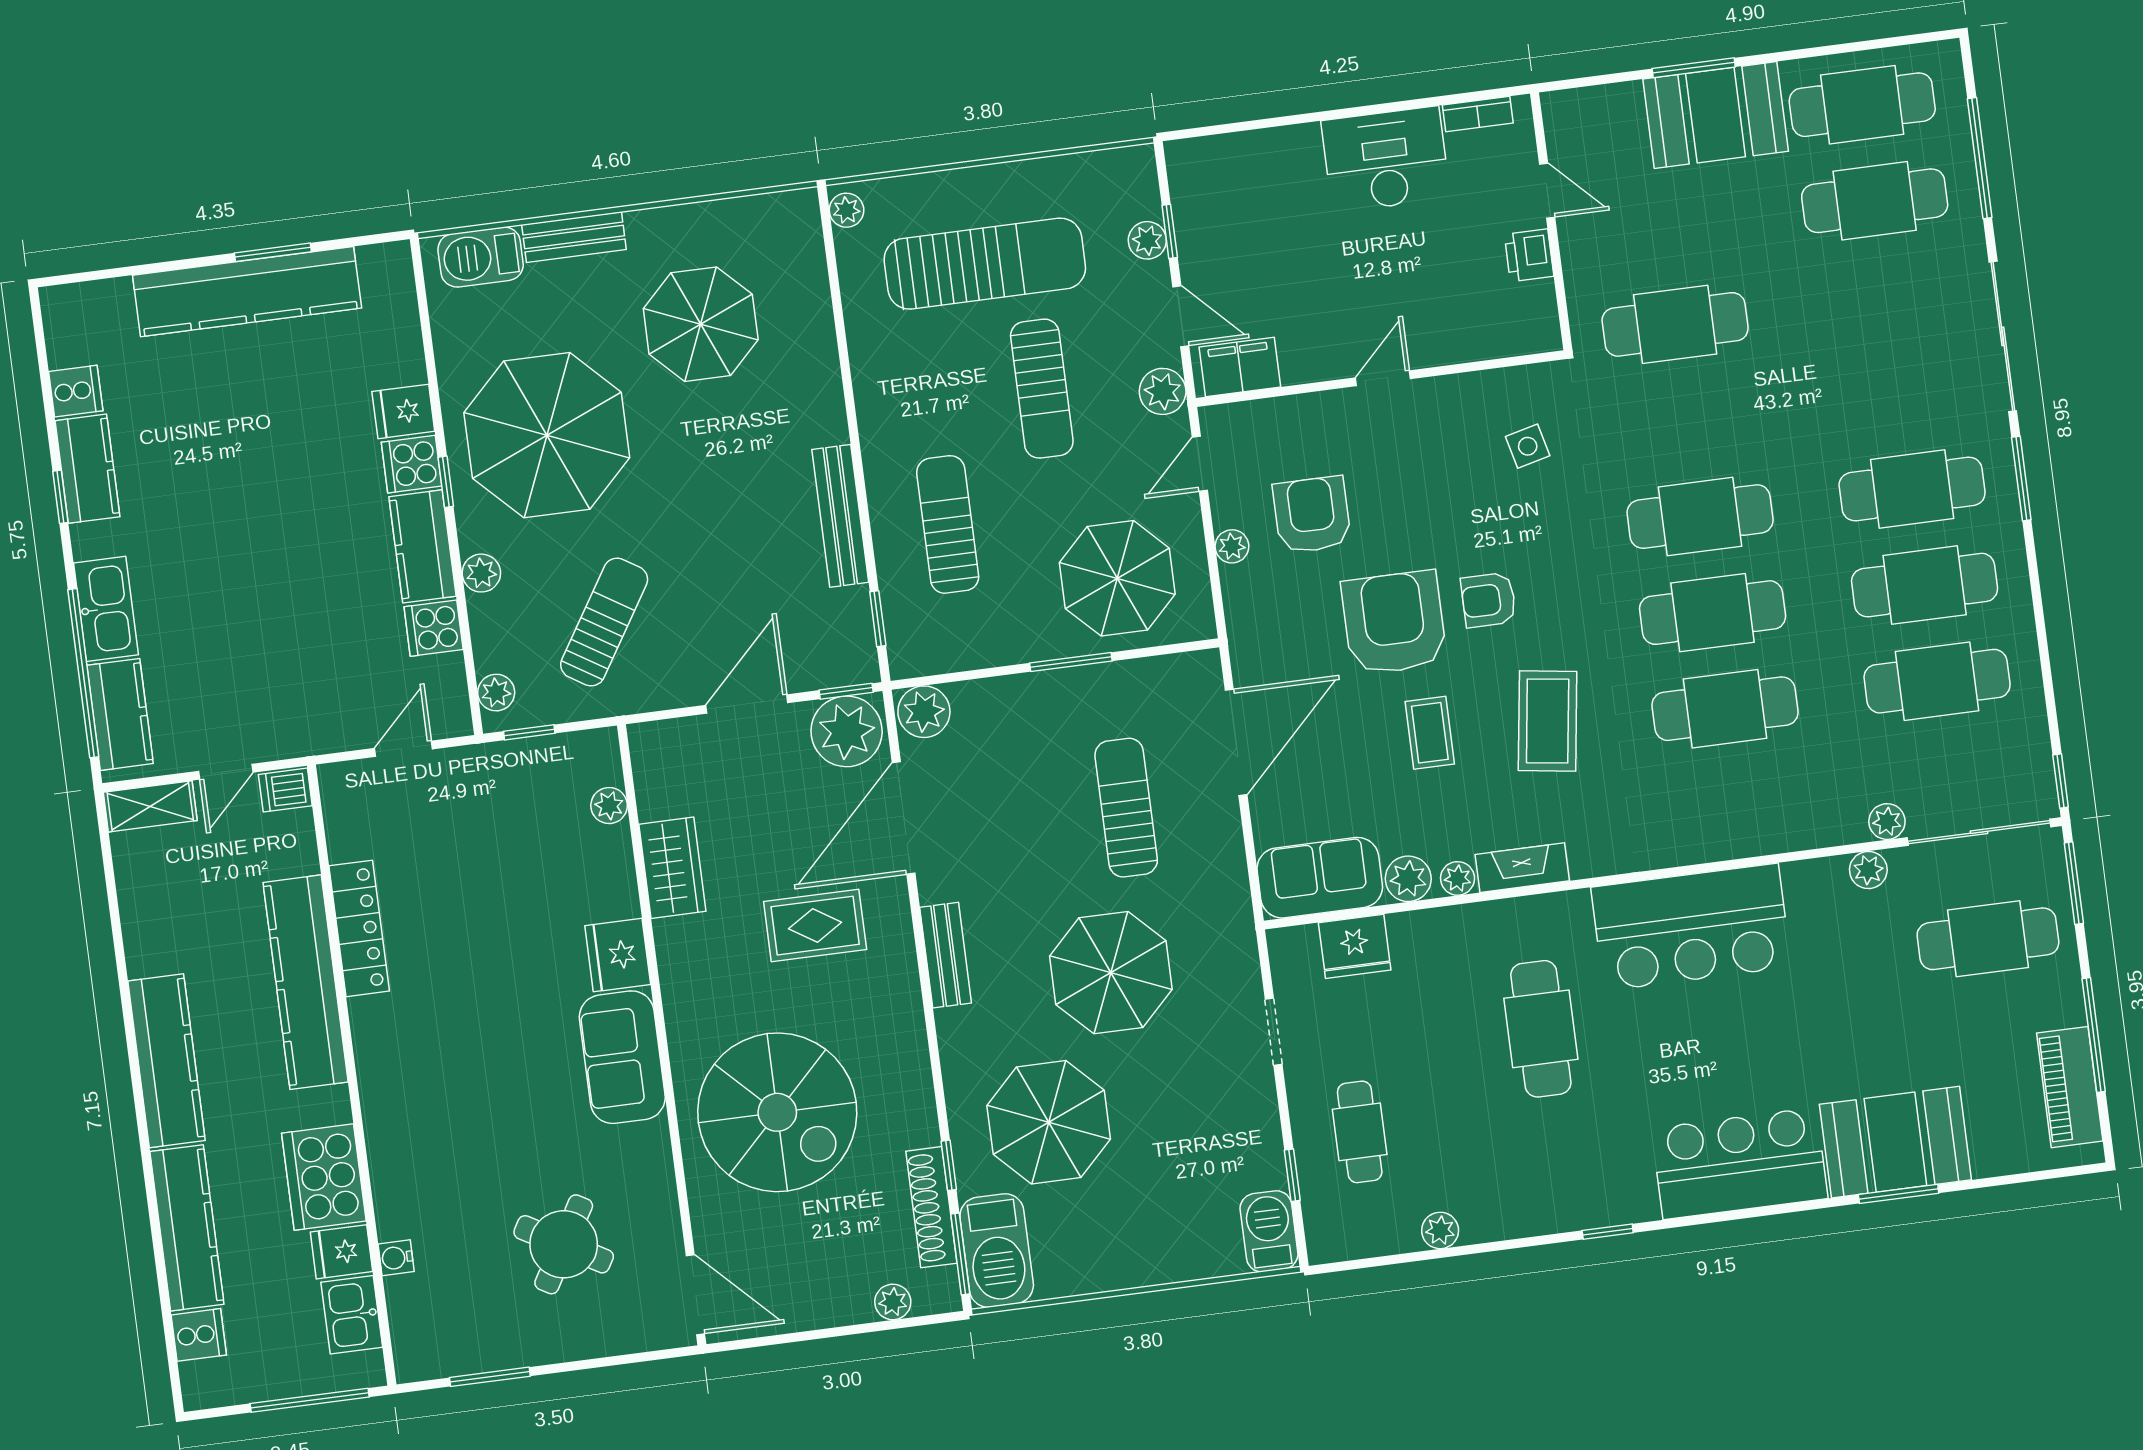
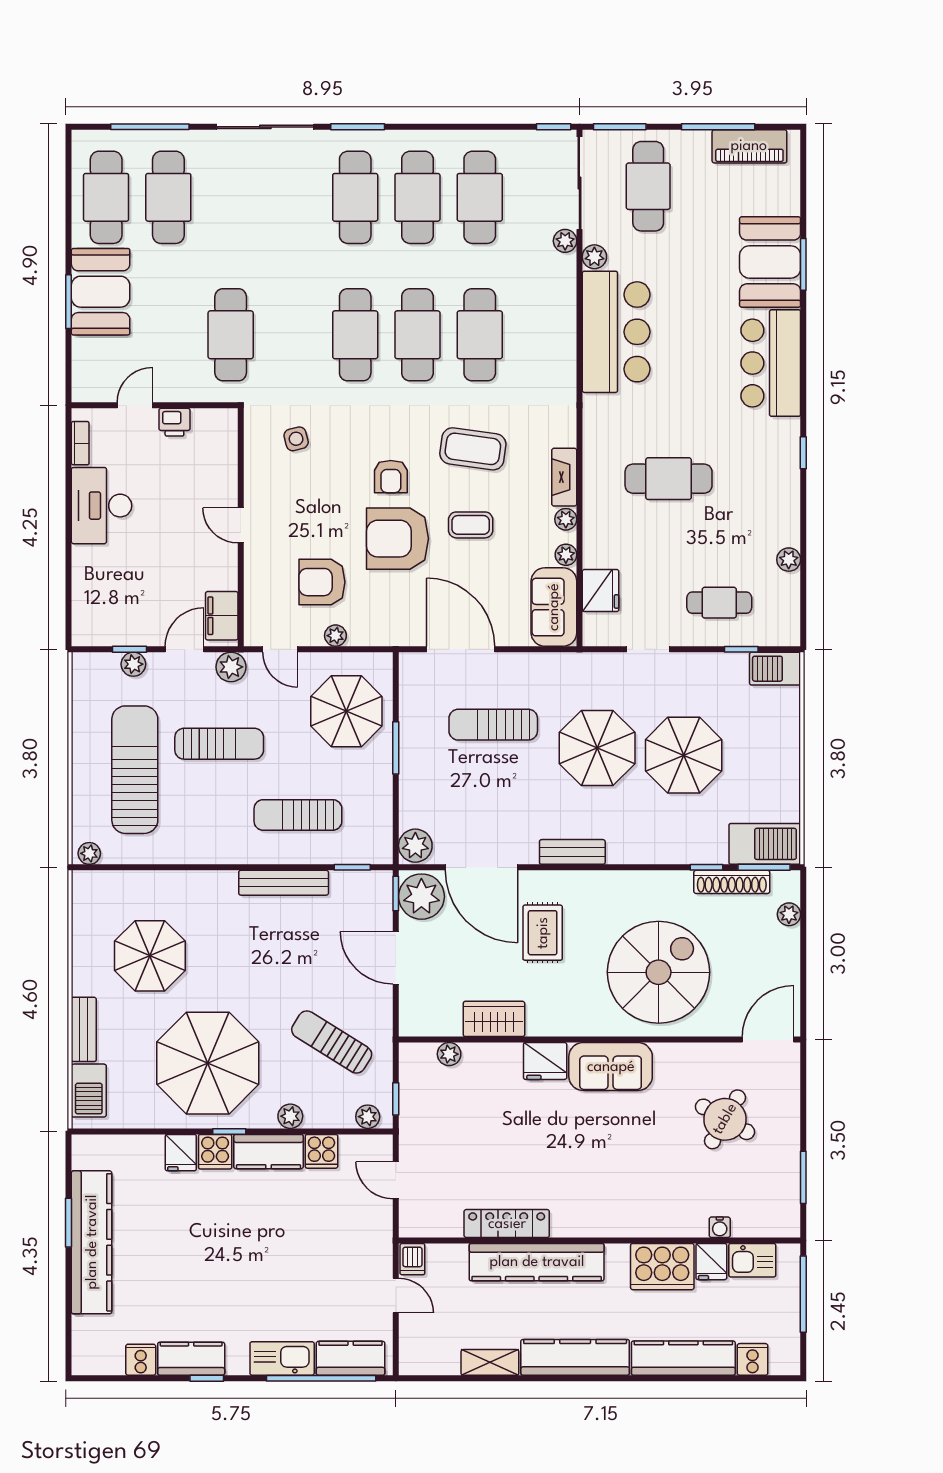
shelving: (150, 806) -> (490, 1362), moved, turned 90
plant: (1408, 879) -> (566, 555), width x0.73, depth x0.73
bar counter: (1691, 927) -> (616, 332), moved
parasol: (1049, 1122) -> (684, 755), moved

